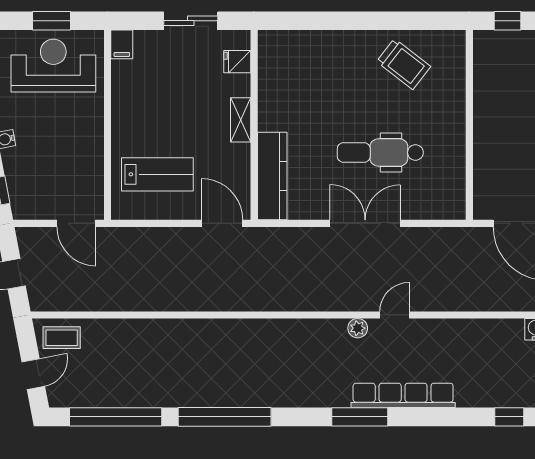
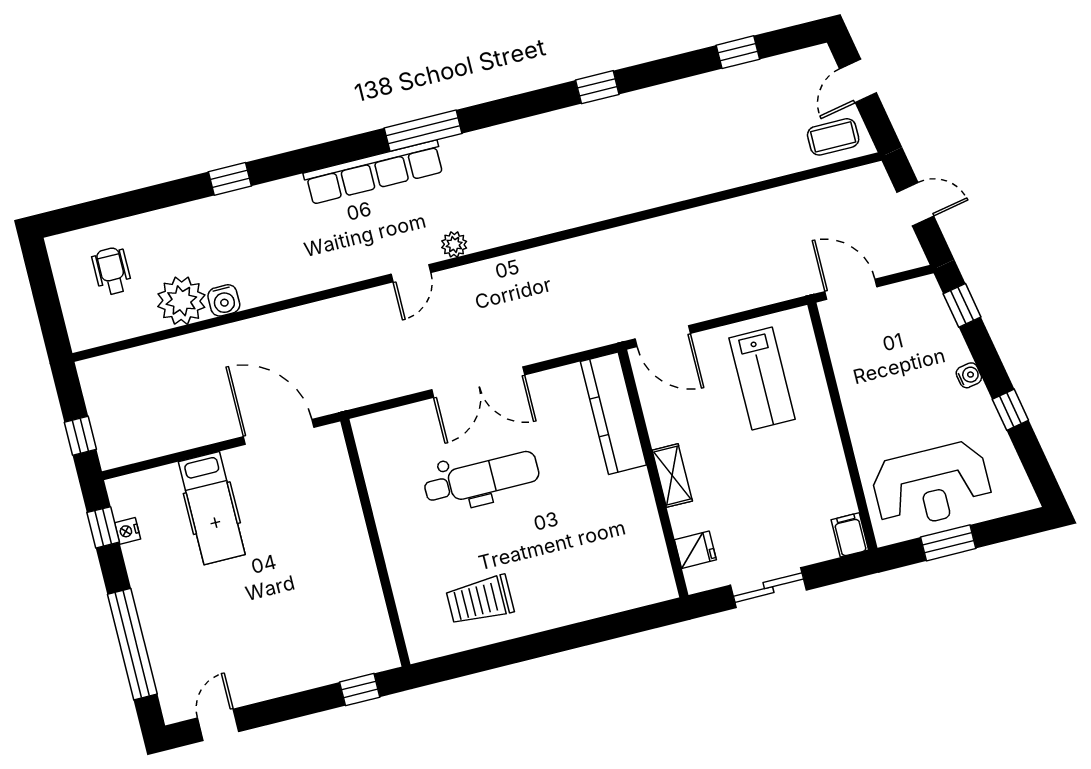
trolley: (404, 64) -> (480, 600), turned -38
lab bench: (157, 174) -> (762, 379), turned -90
window: (116, 417) -> (738, 52), width x0.32
window: (225, 417) -> (597, 87), width x0.32

